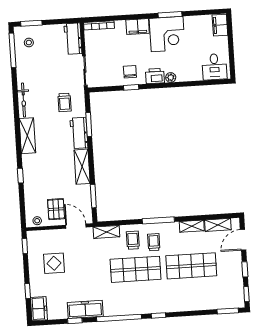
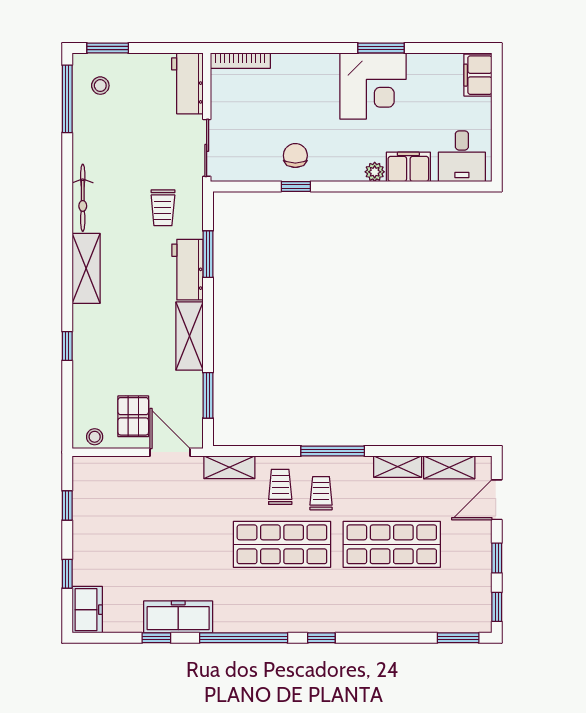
filing cabinet: (138, 27) -> (408, 167), moved, turned 180
printer: (155, 76) -> (344, 167), removed
window: (25, 246) -> (67, 506), moved
display table: (54, 263) -> (122, 522), removed

